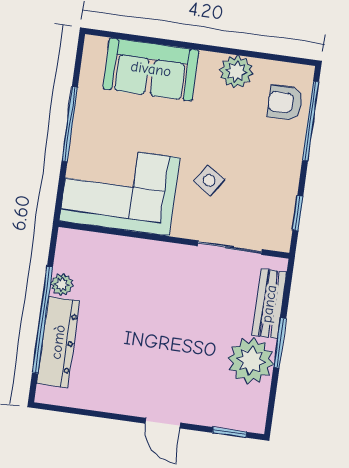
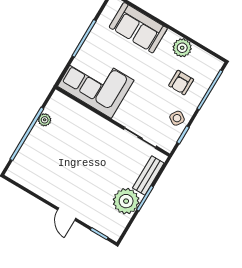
armchair: (285, 103) -> (181, 83), moved, turned -90
side table: (209, 180) -> (177, 118), moved
dresser: (58, 342) -> (30, 149), removed

